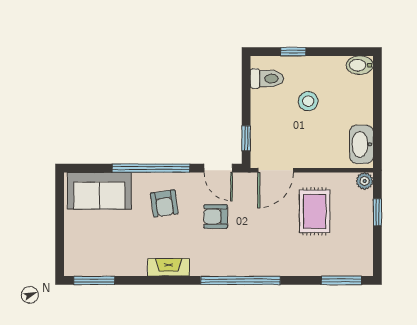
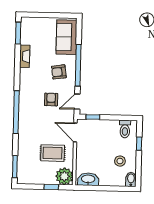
stool: (308, 101) -> (120, 161), moved
plant: (365, 181) -> (64, 176), width x1.87, depth x1.87
fireplace: (169, 267) -> (25, 56), moved

